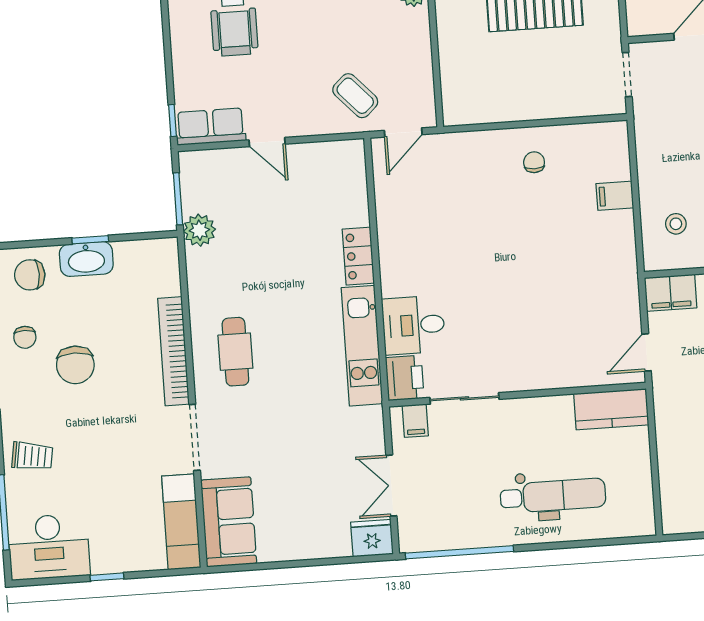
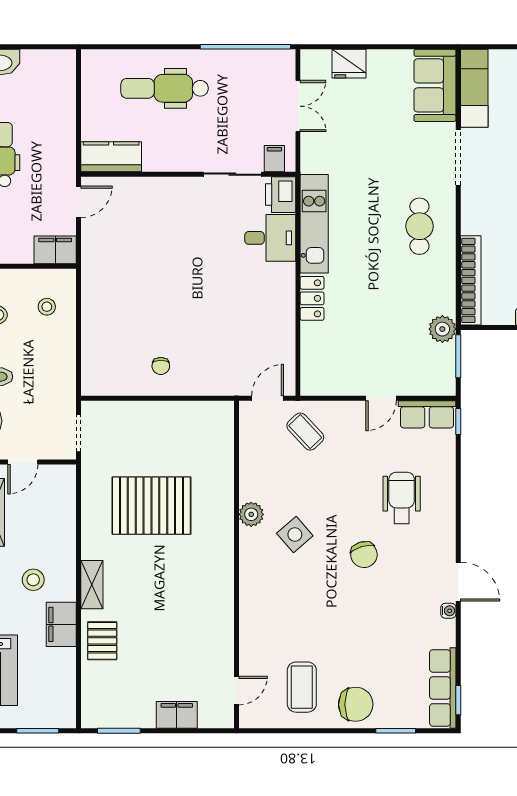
door: (267, 142) -> (381, 398), swing flipped
filing cabinet: (615, 196) -> (96, 334), removed
bookcase: (174, 351) -> (471, 280), moved
fridge: (372, 538) -> (349, 64), moved

